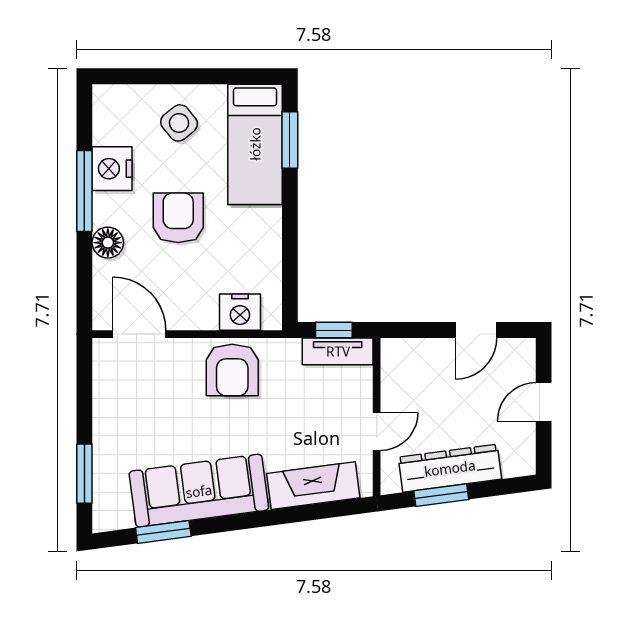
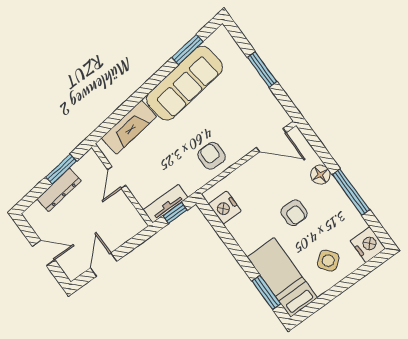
nightstand: (112, 169) -> (368, 245), moved
armchair: (178, 218) -> (294, 213), width x0.72, depth x0.72
nightstand: (240, 312) -> (225, 208), moved, turned -90
armchair: (232, 370) -> (212, 156), width x0.72, depth x0.72
door: (544, 402) -> (44, 253), hinge flipped
dresser: (450, 468) -> (59, 190), width x0.73, depth x0.80
window: (84, 474) -> (262, 70), moved

